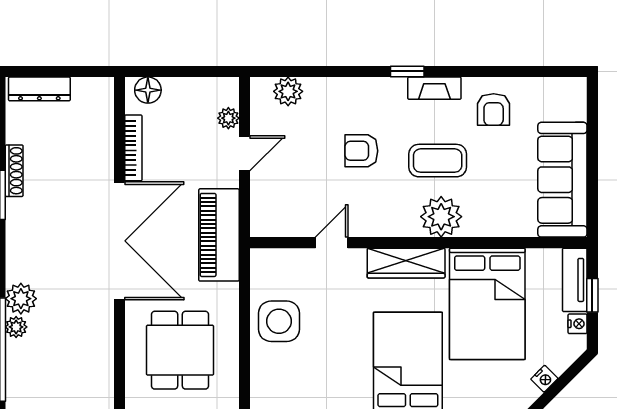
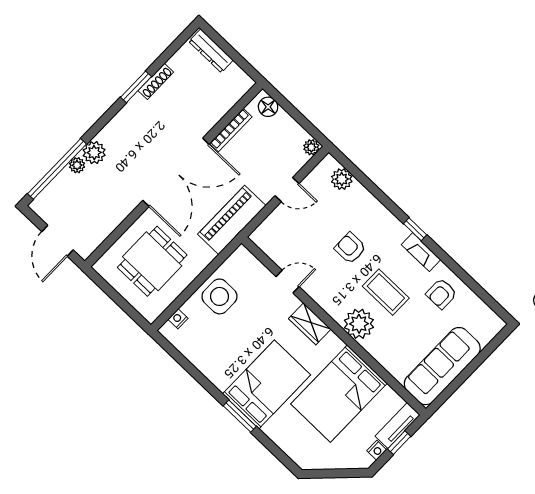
plant: (228, 118) -> (311, 147), moved
wardrobe: (406, 263) -> (310, 324), width x0.67
nightstand: (544, 379) -> (178, 319), moved, turned 135

